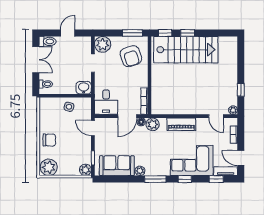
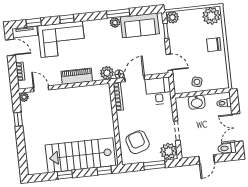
window: (132, 33) -> (154, 165), moved
window: (188, 33) -> (65, 175), moved
washbasin: (84, 88) -> (197, 102), moved
window: (155, 179) -> (118, 13), moved

